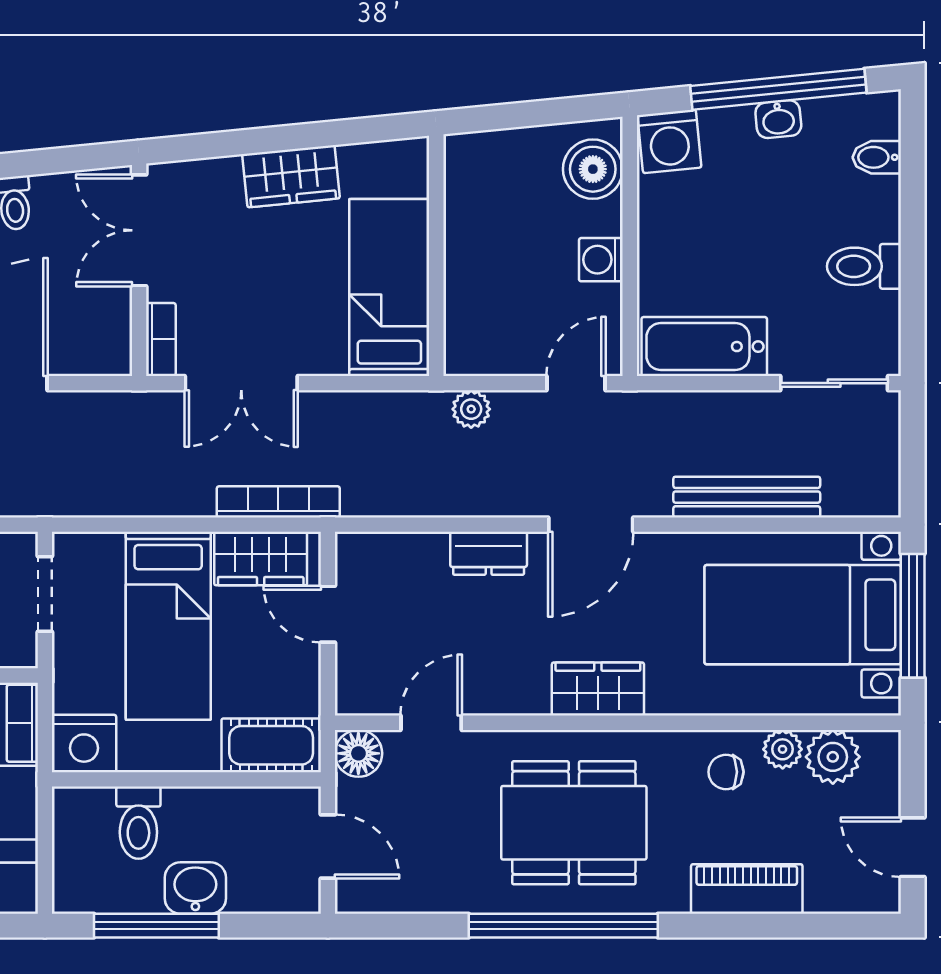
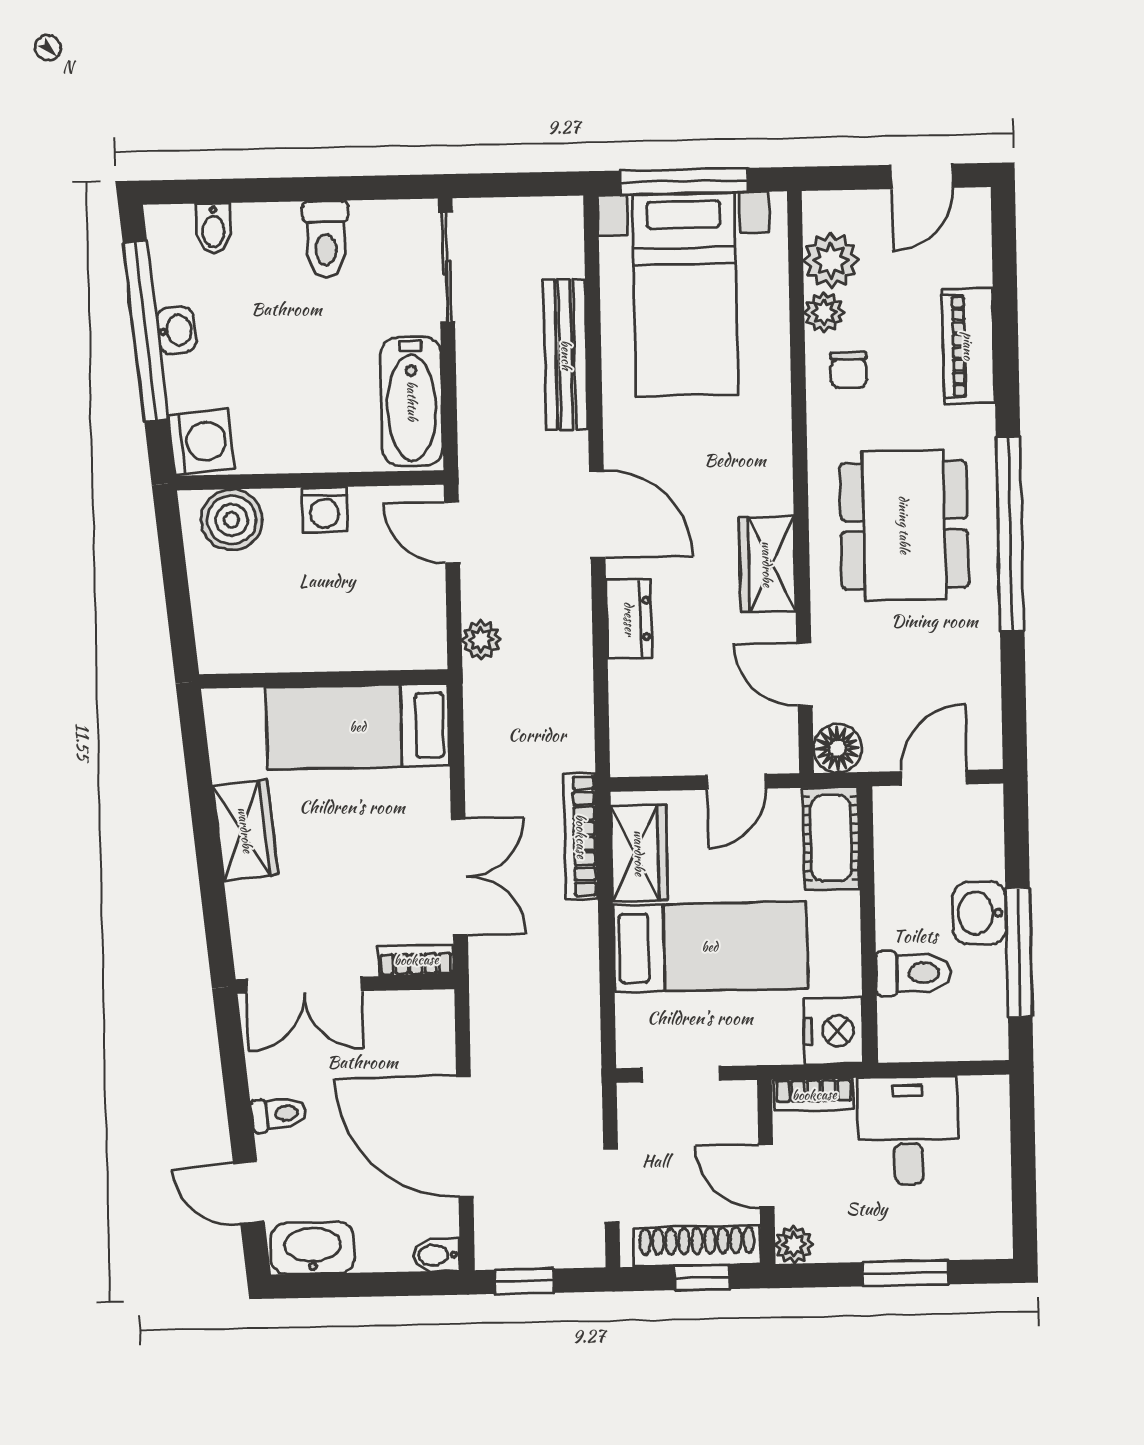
door: (328, 614) -> (736, 782), moved
wardrobe: (598, 689) -> (767, 564), moved

